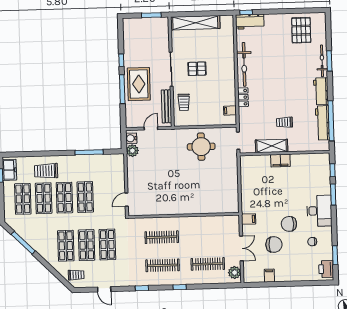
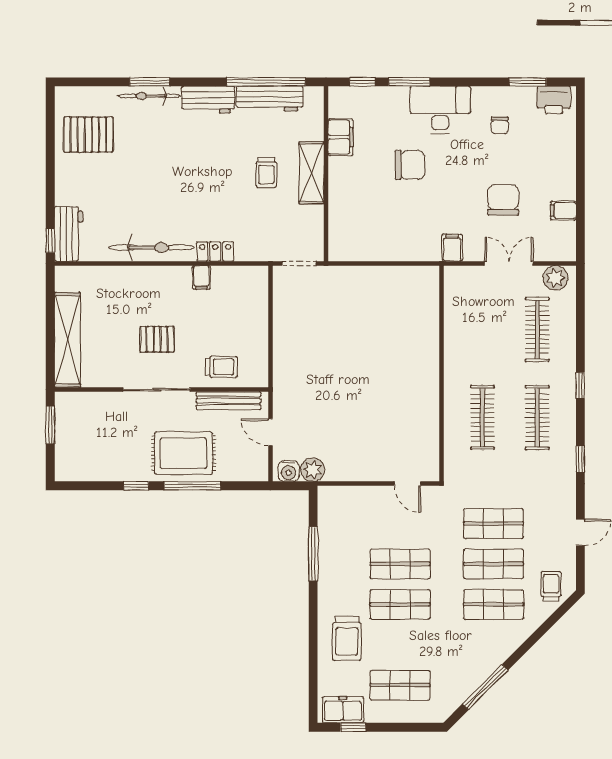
pallet: (197, 69) -> (157, 339), turned 90
filing cabinet: (230, 111) -> (201, 278), moved
shelving: (272, 146) -> (311, 173), moved
round table: (201, 147) -> (309, 336), removed
filing cabinet: (280, 161) -> (341, 137), moved
shop shelf: (44, 198) -> (400, 645), removed
chair: (289, 224) -> (410, 165), moved, turned -90

